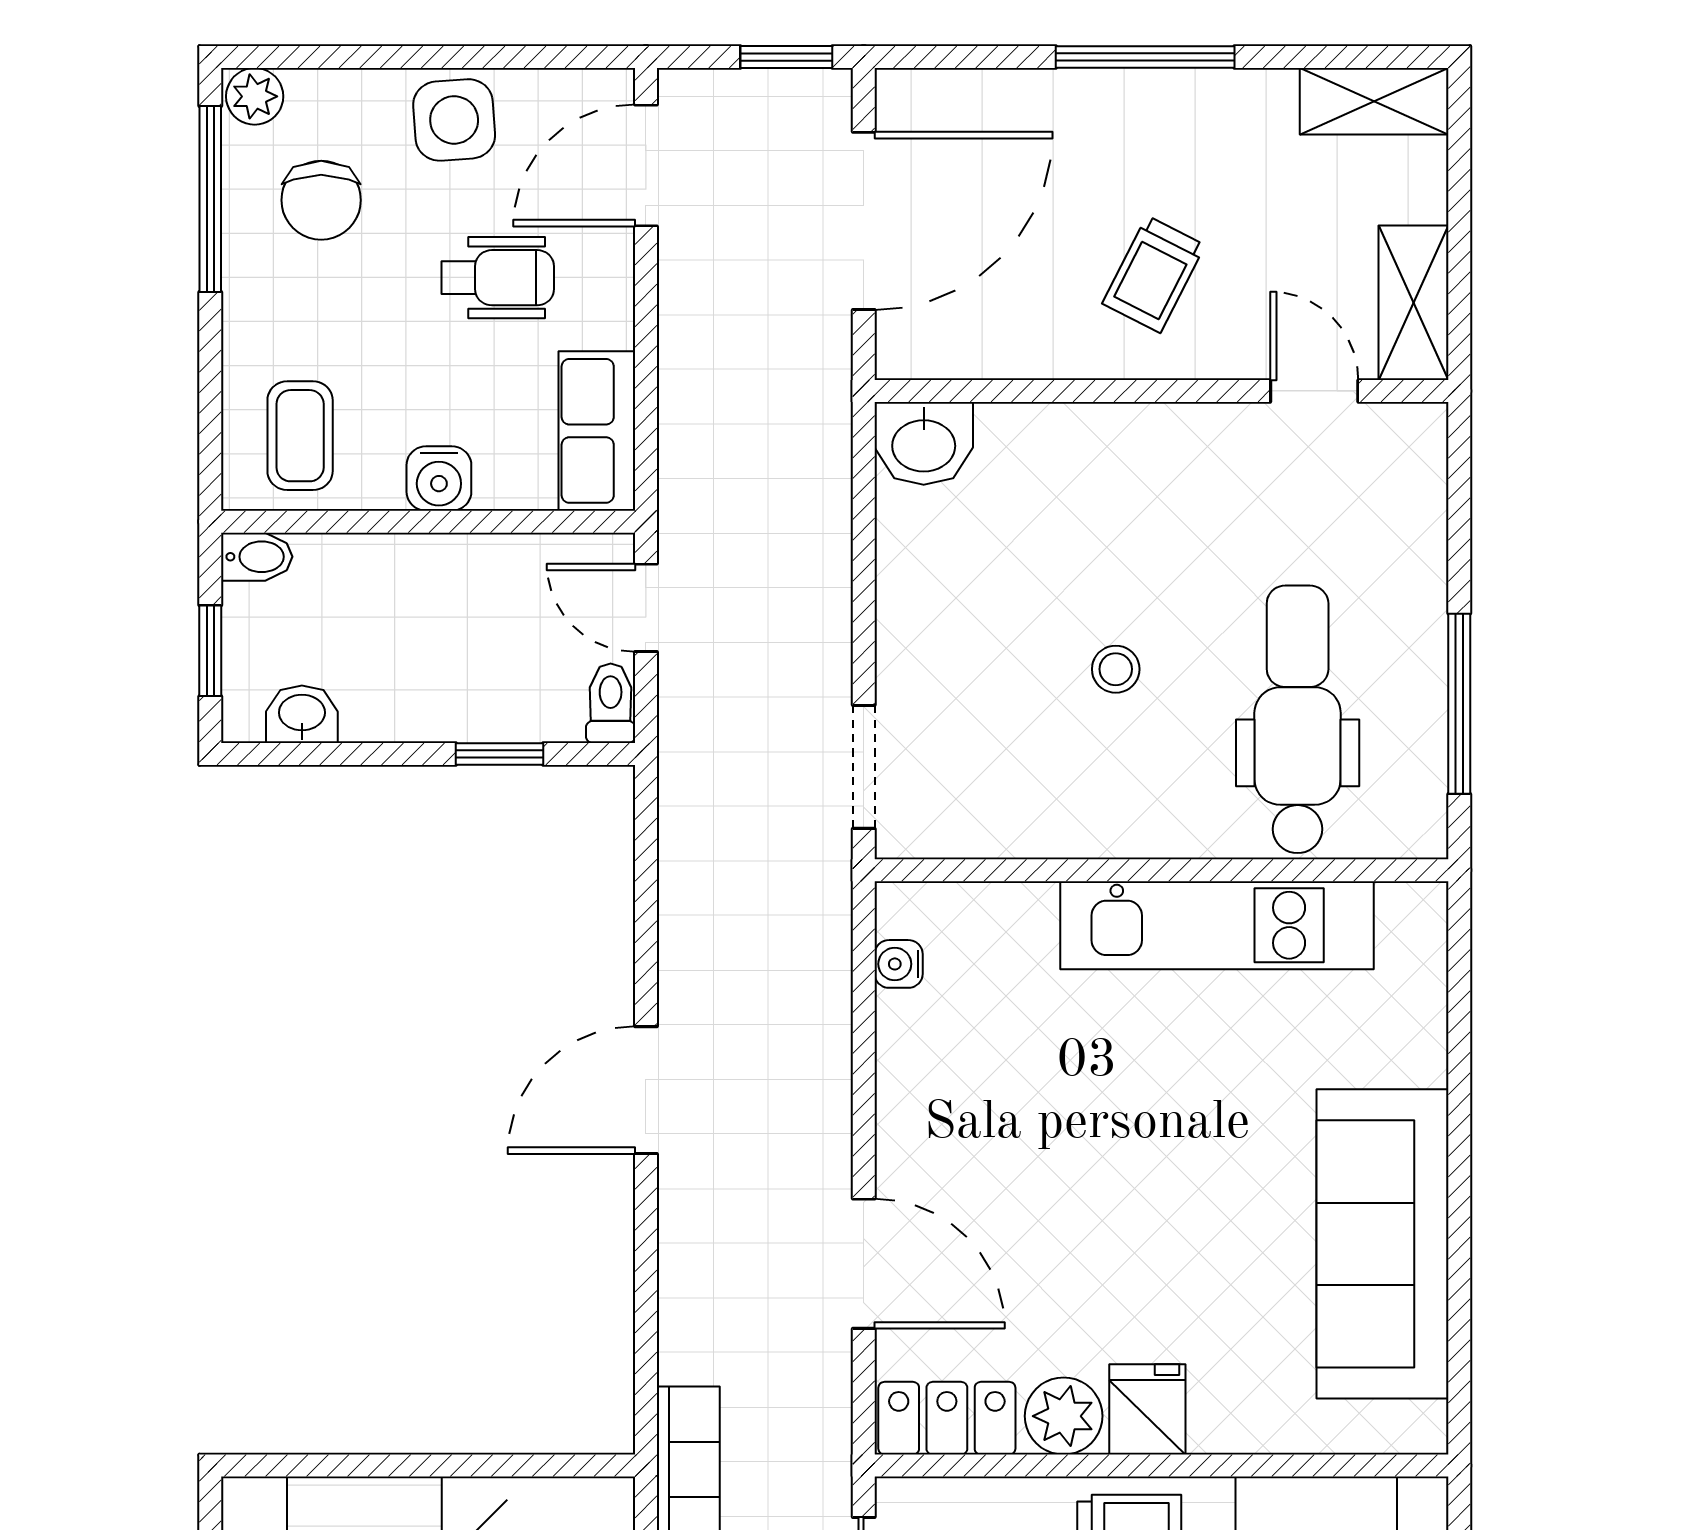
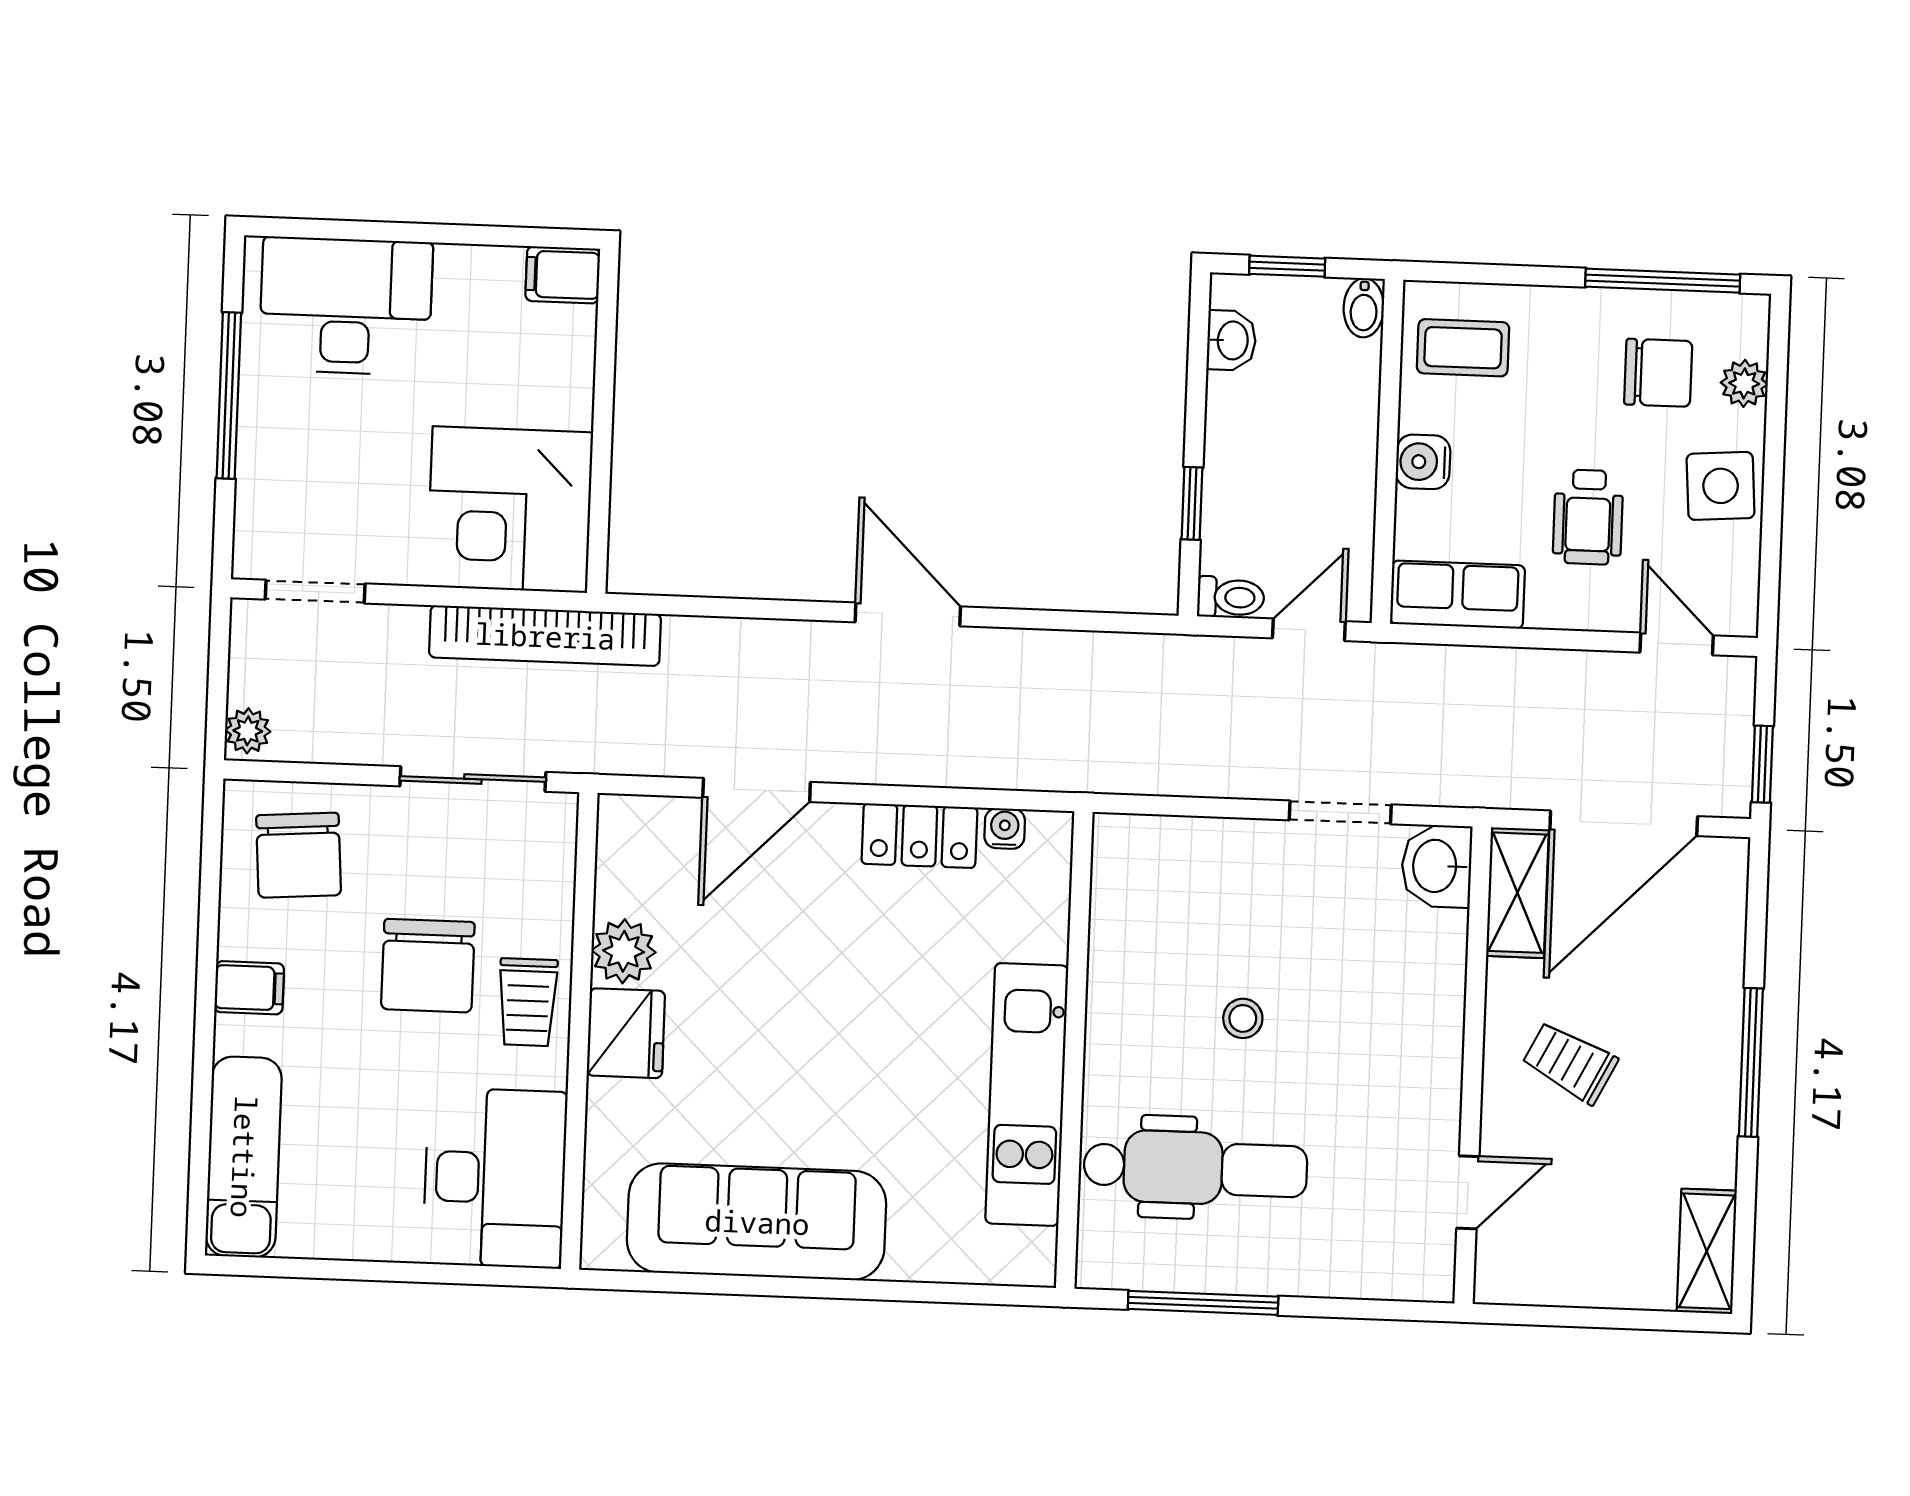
plant: (255, 96) -> (1744, 383), moved
door: (646, 165) -> (1677, 644), width x0.73
chair: (321, 200) -> (1658, 373), turned 180
door: (864, 221) -> (1624, 823), hinge flipped
shelving: (1413, 303) -> (1517, 893), moved, turned 90
doorway: (864, 767) -> (1340, 812), moved
fridge: (1147, 1409) -> (626, 1033), width x1.38
locker: (947, 1418) -> (919, 836), moved, turned 90

